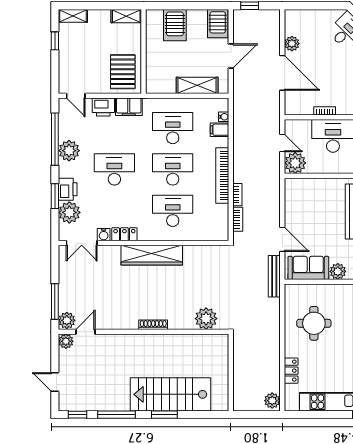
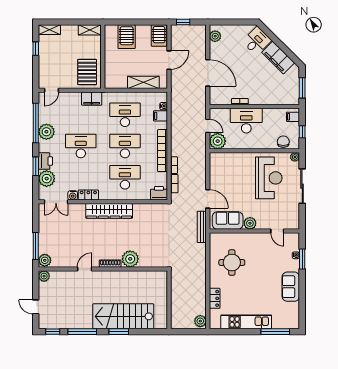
plant: (292, 44) -> (215, 36), moved
door: (76, 96) -> (51, 90), hinge flipped
printer: (103, 107) -> (159, 193), moved, turned 180
plant: (206, 319) -> (130, 259), moved
door: (85, 332) -> (85, 269), moved

